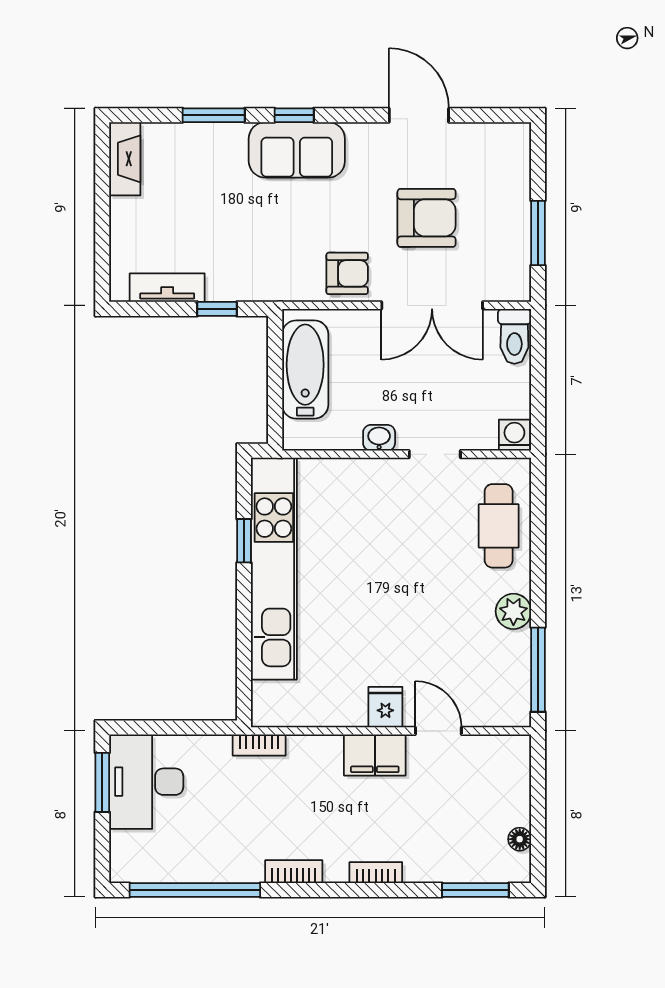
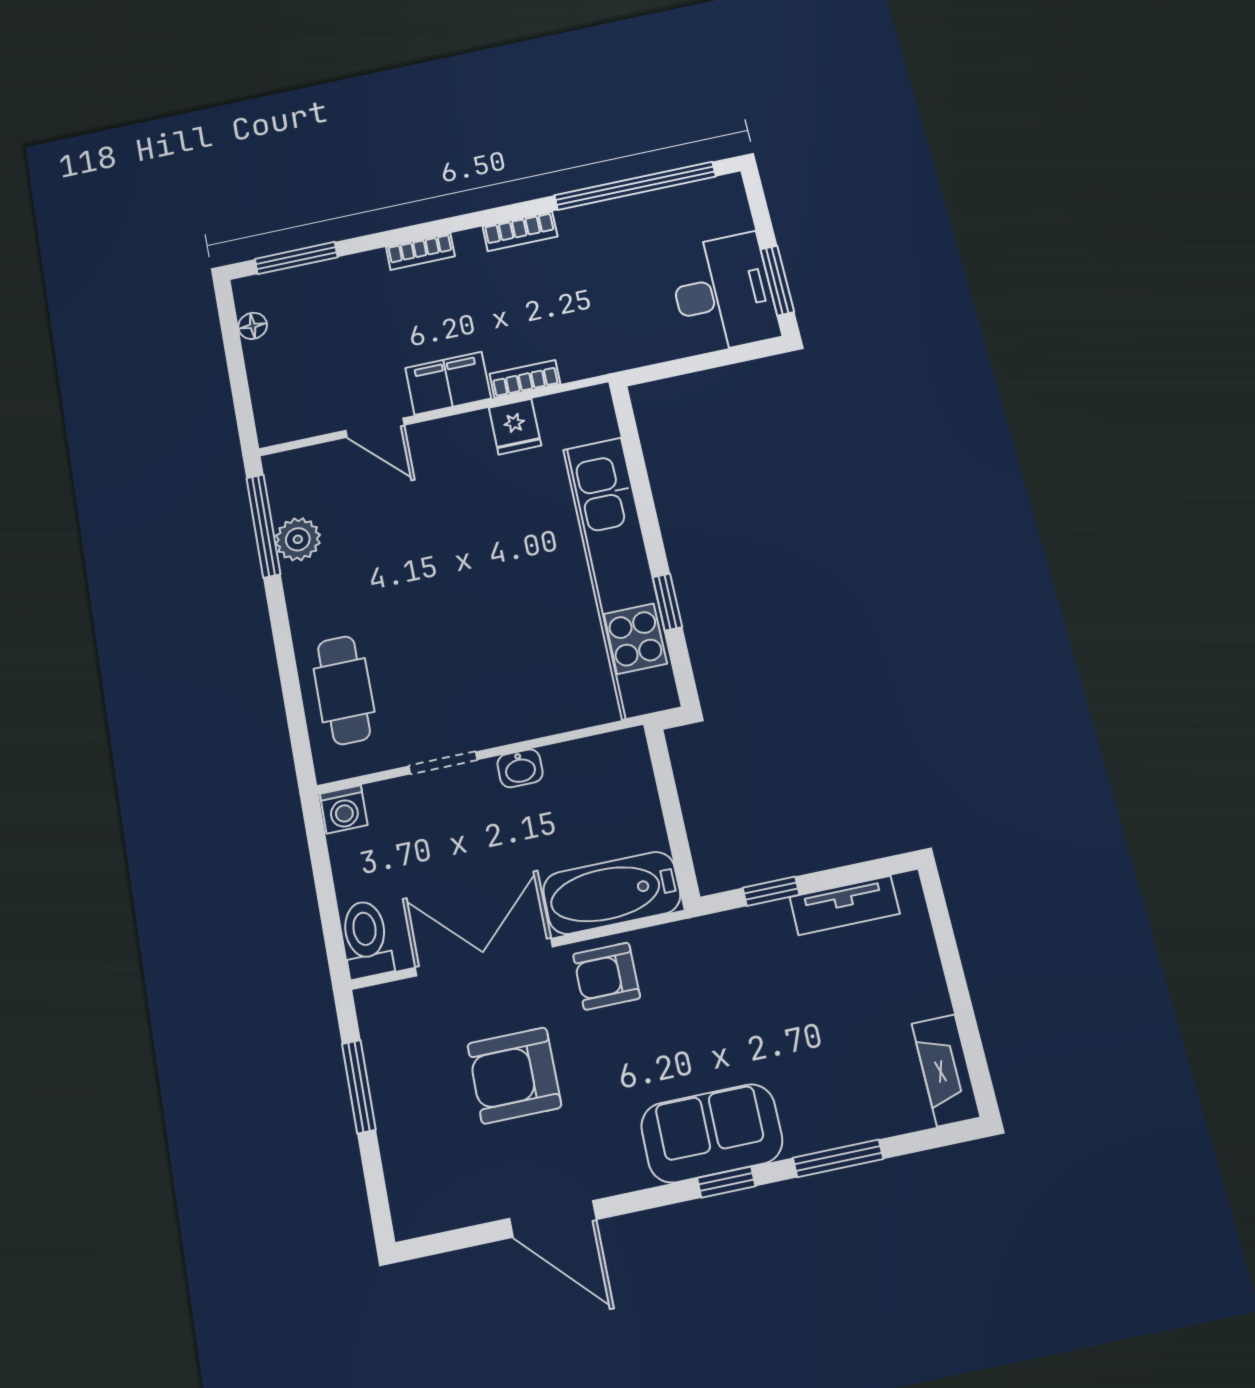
bathtub: (305, 369) -> (612, 893), moved, turned 90
plant: (513, 611) -> (298, 539), moved
fridge: (385, 707) -> (515, 427), moved
bookcase: (259, 745) -> (525, 379), moved

